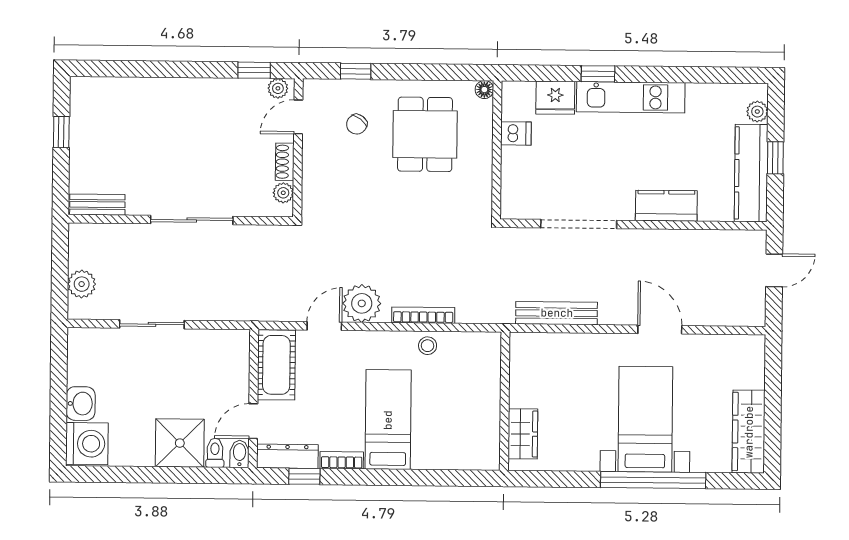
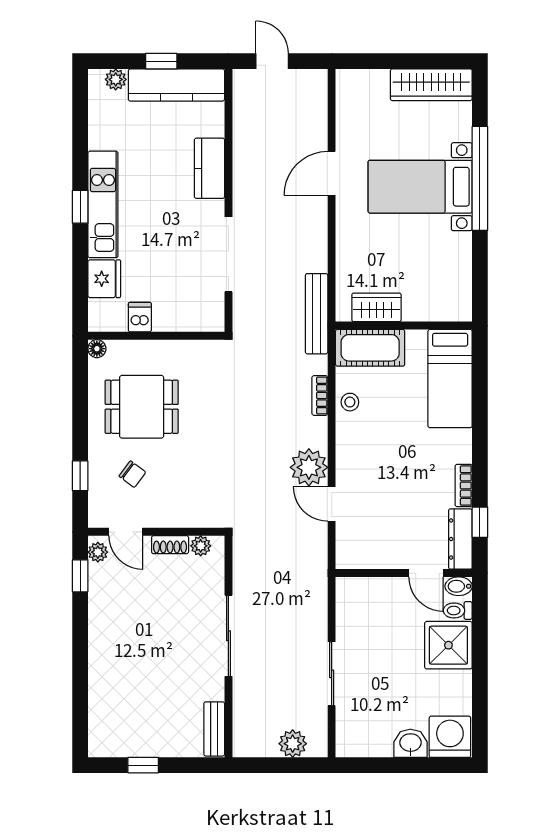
window: (598, 74) -> (80, 207), moved
bench: (557, 313) -> (317, 314), moved
bookcase: (423, 315) -> (320, 396), width x0.64
cot: (276, 365) -> (370, 348), moved
bed: (388, 420) -> (450, 379), moved, turned -90
wardrobe: (523, 434) -> (376, 307), moved

